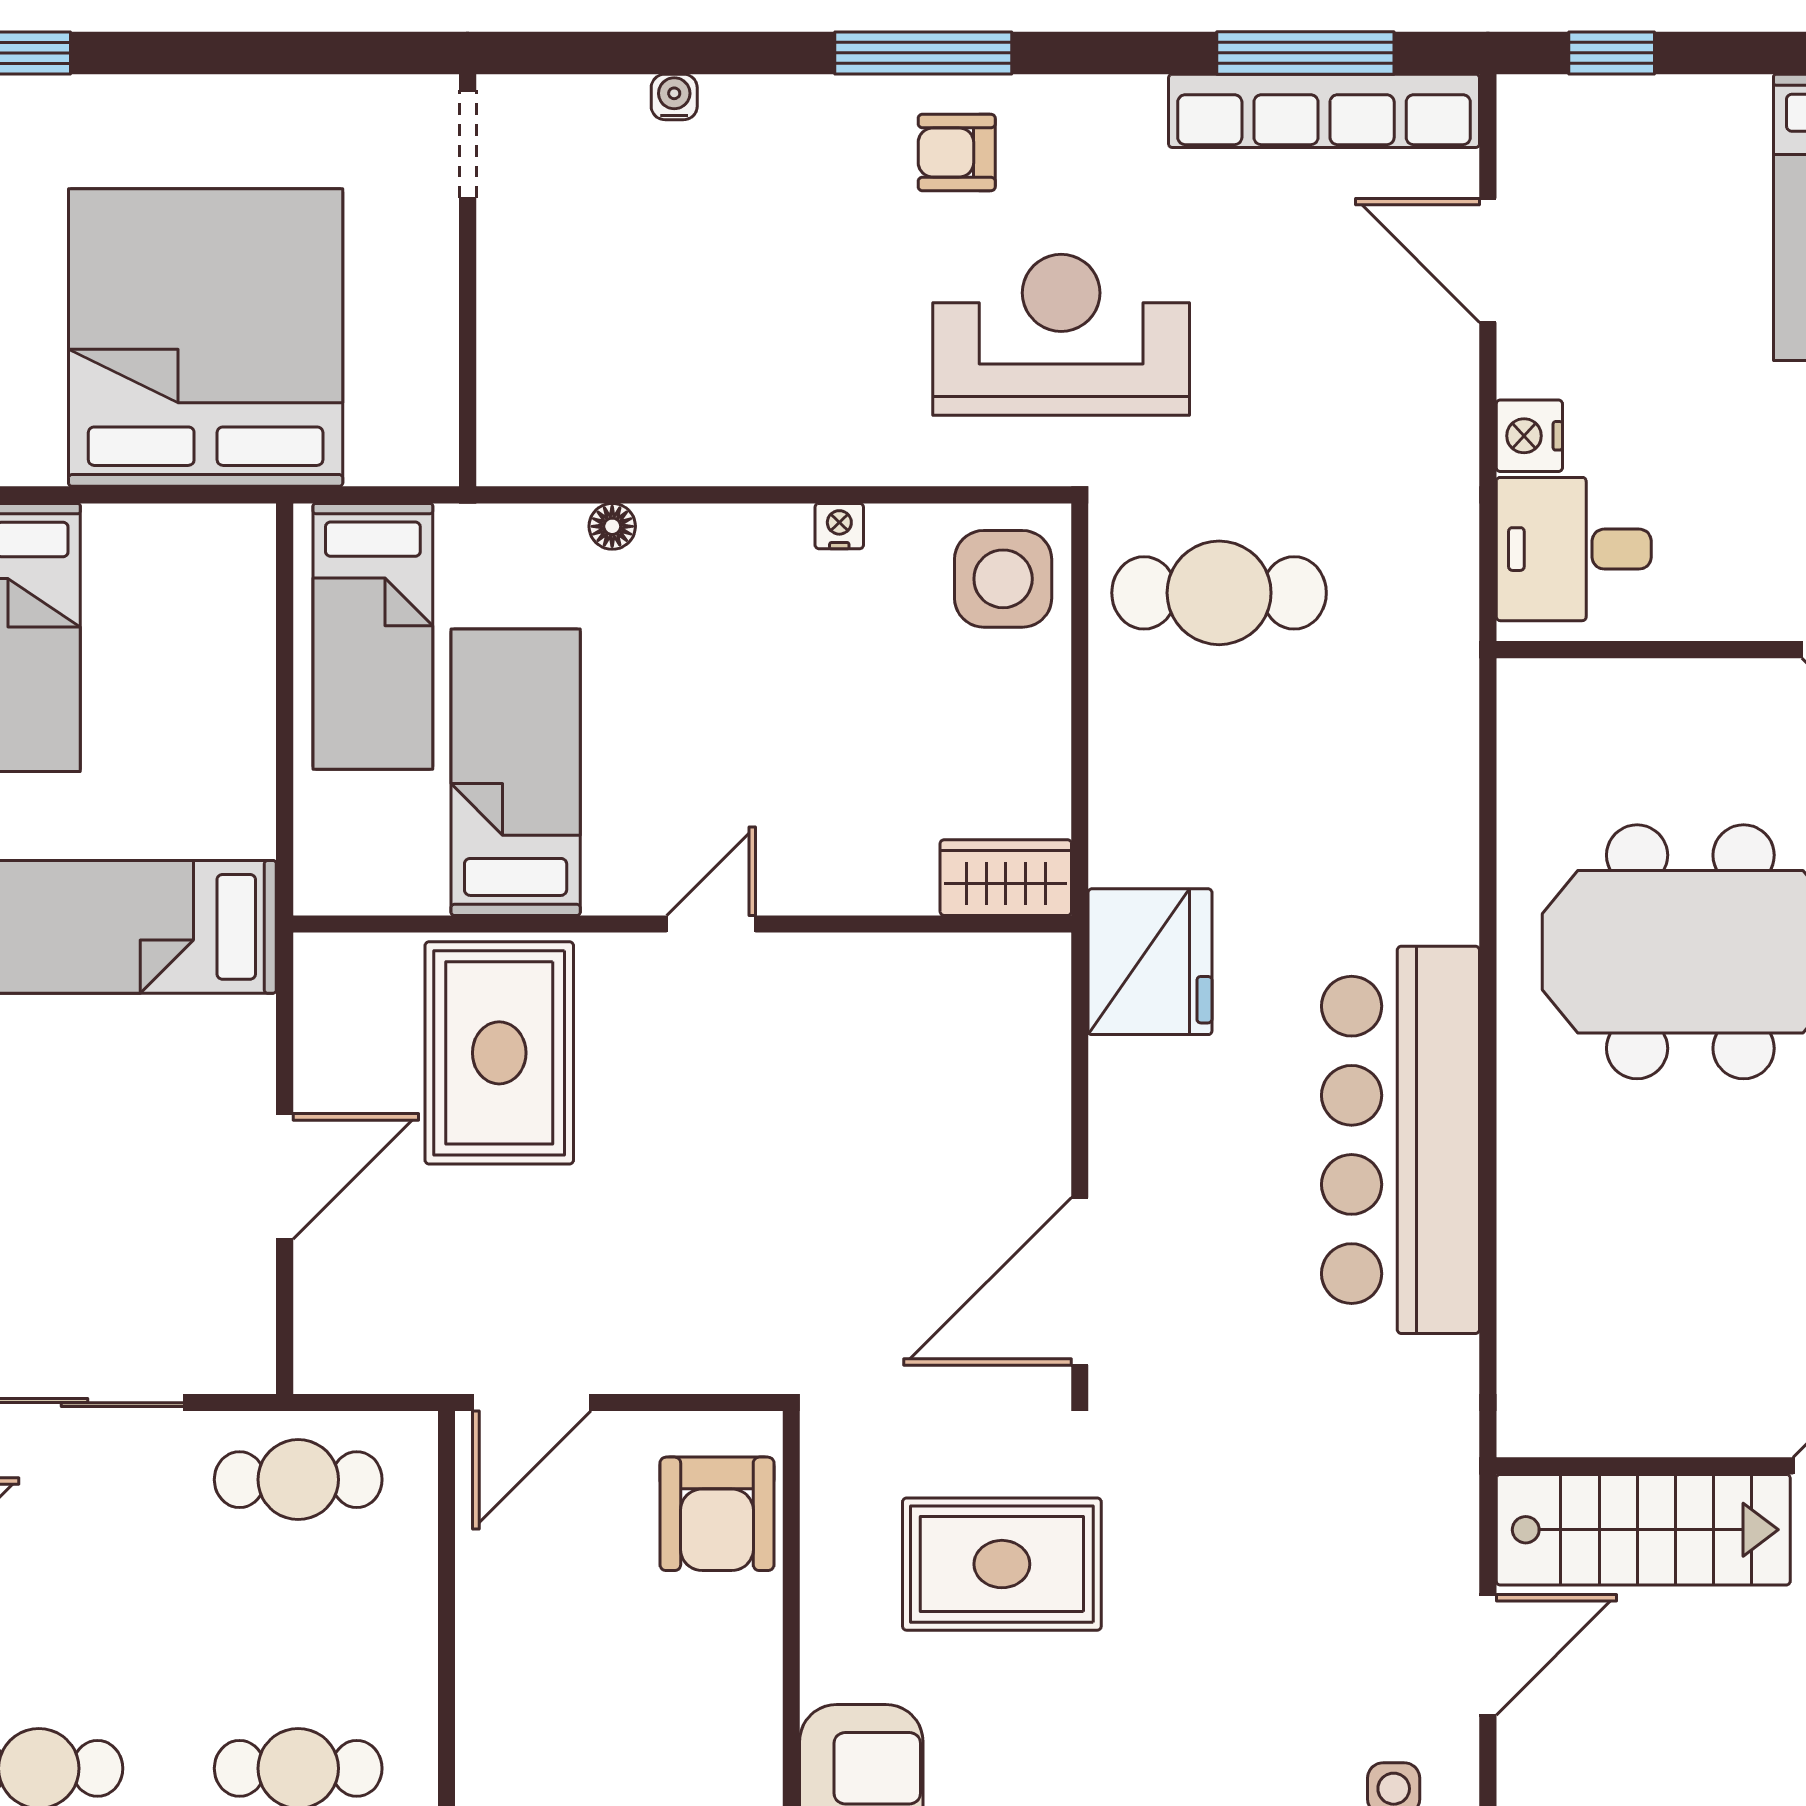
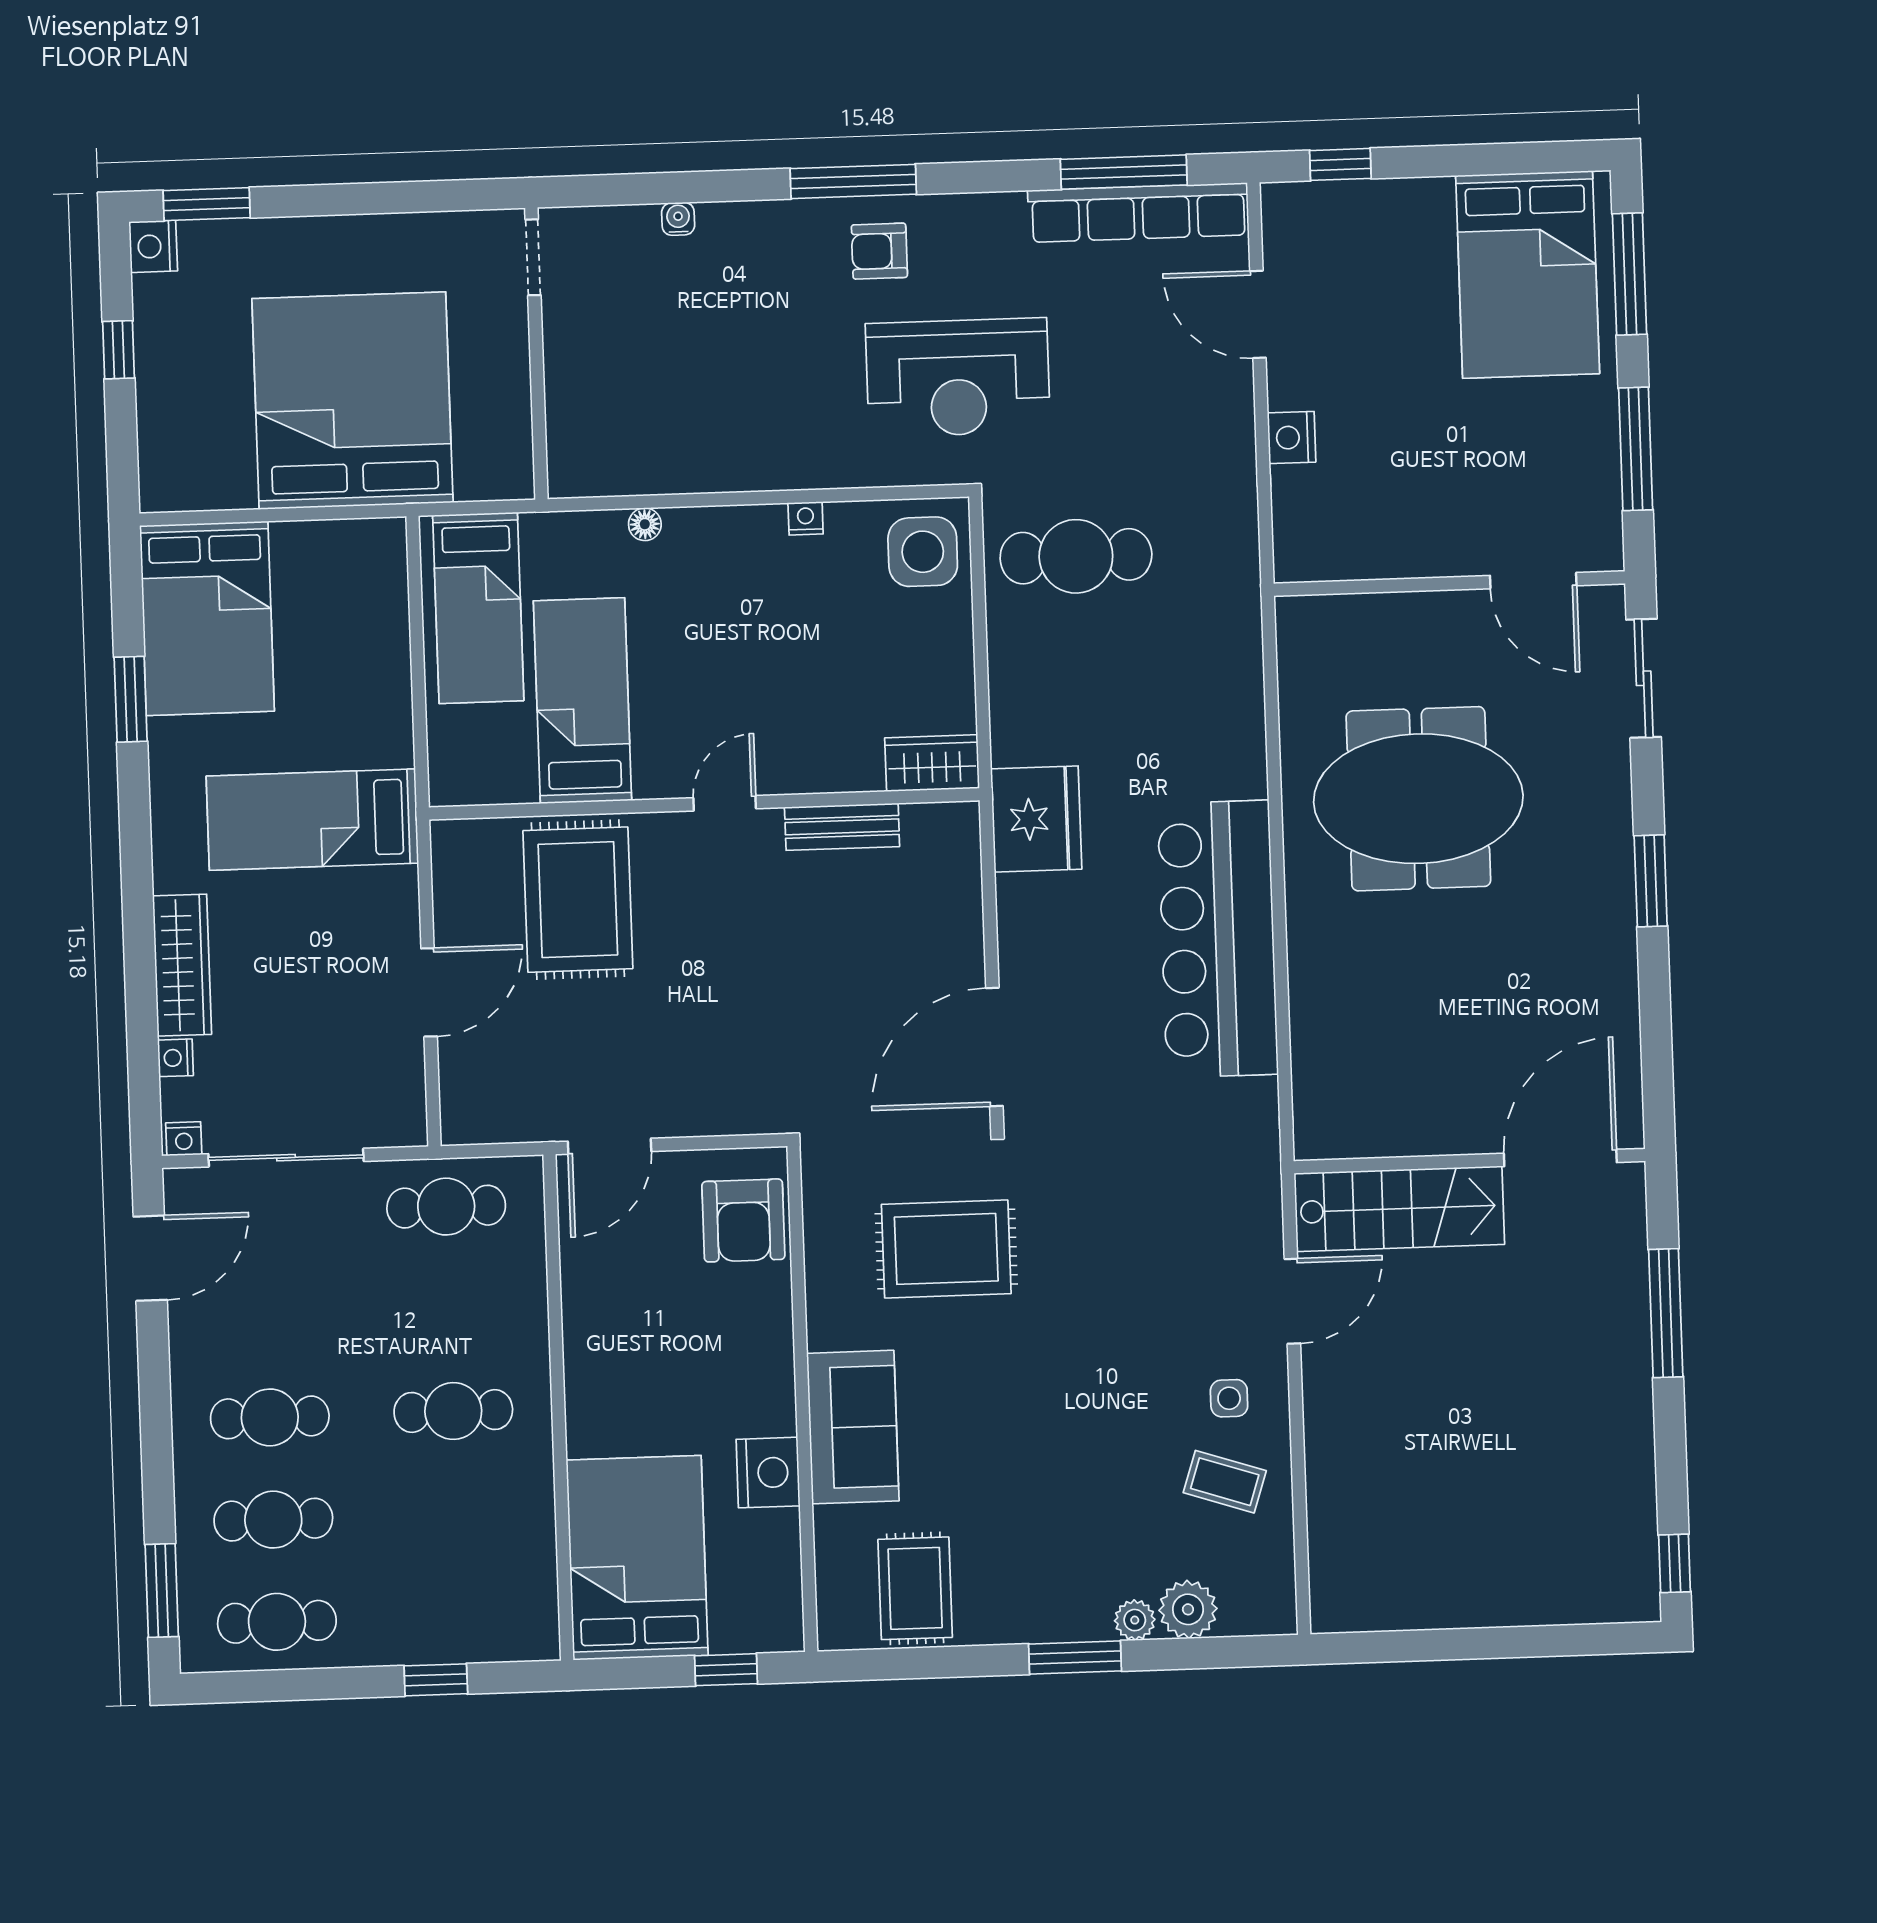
reception desk: (1061, 335) -> (958, 378), turned 180
desk: (1574, 549) -> (1326, 517), removed
bench: (876, 963) -> (842, 827), added

